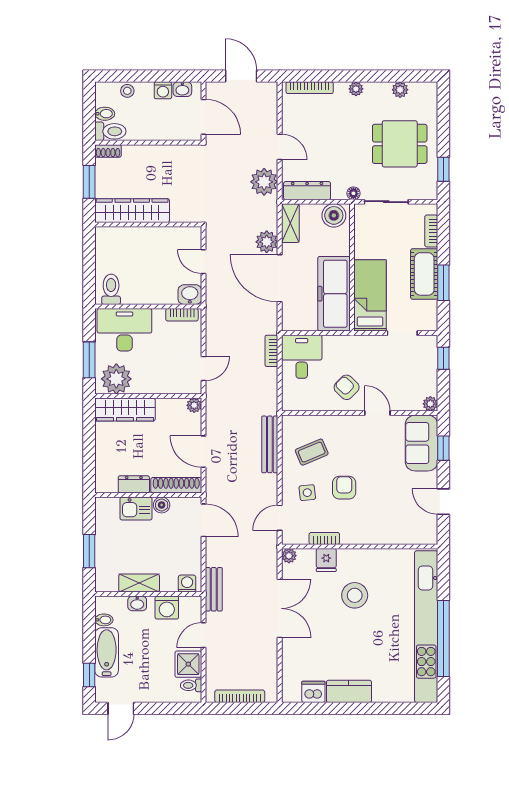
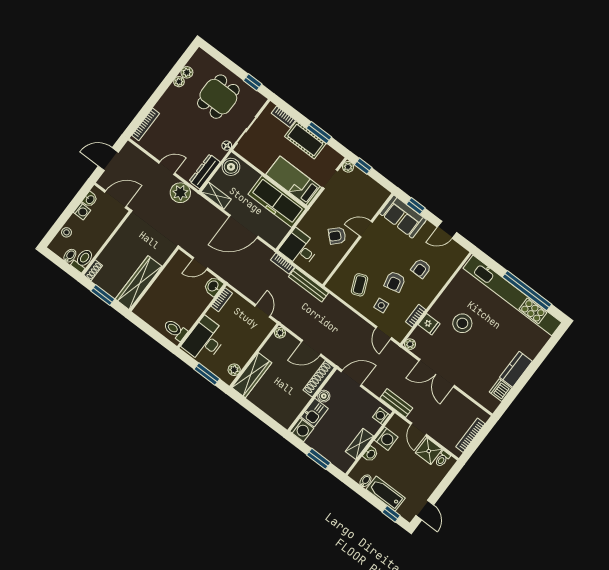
plant: (356, 89) -> (179, 82), moved
plant: (267, 242) -> (217, 218), removed
plant: (116, 379) -> (234, 370), width x0.53, depth x0.53
plant: (430, 404) -> (348, 167), moved
bench: (270, 444) -> (309, 285), moved
dresser: (134, 484) -> (299, 403), removed
armchair: (344, 488) -> (395, 282), turned -103
armchair: (380, 505) -> (421, 268), added
washing machine: (107, 509) -> (302, 430), added
double door: (280, 608) -> (437, 373), swing flipped

